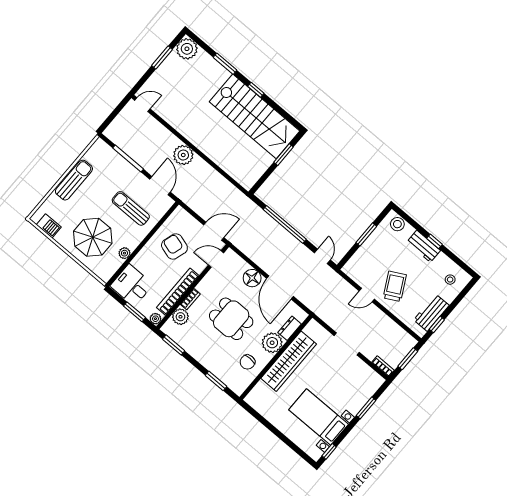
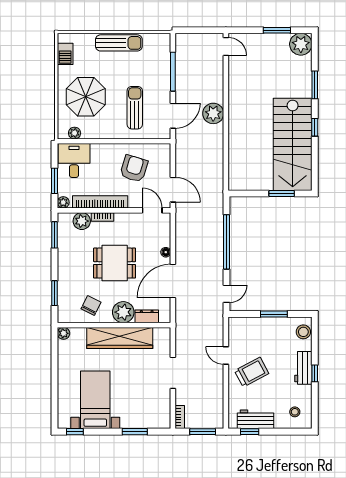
plant: (124, 253) -> (75, 133), moved
floor lamp: (252, 278) -> (166, 252), width x0.53, depth x0.53
dining table: (231, 319) -> (115, 263), turned 90
chair: (247, 362) -> (91, 305), turned 117
plant: (251, 399) -> (64, 333), added

